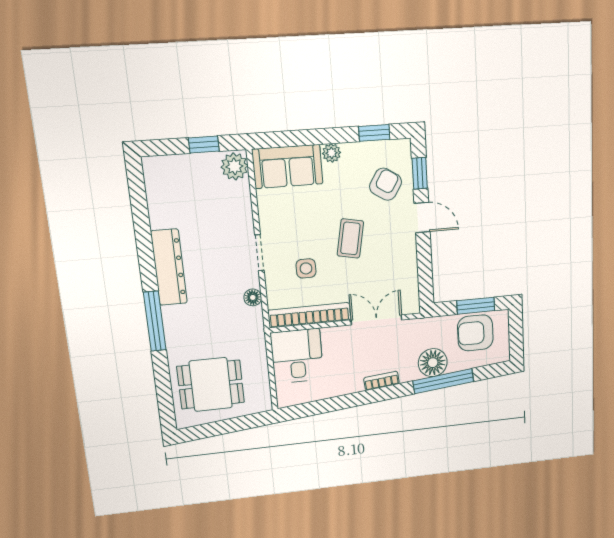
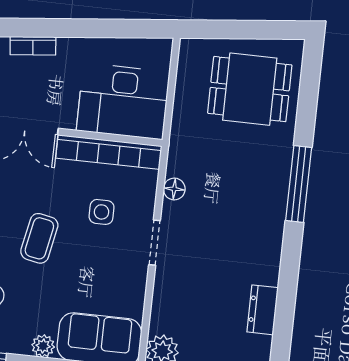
dresser: (169, 267) -> (263, 310), moved, width x0.51, depth x0.80
desk: (297, 356) -> (123, 101), width x1.37

